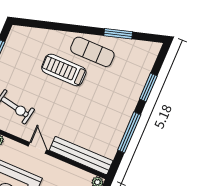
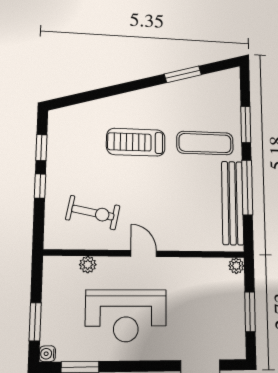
exercise mat: (92, 52) -> (205, 143), moved
bench: (81, 156) -> (233, 203), moved, turned 90

